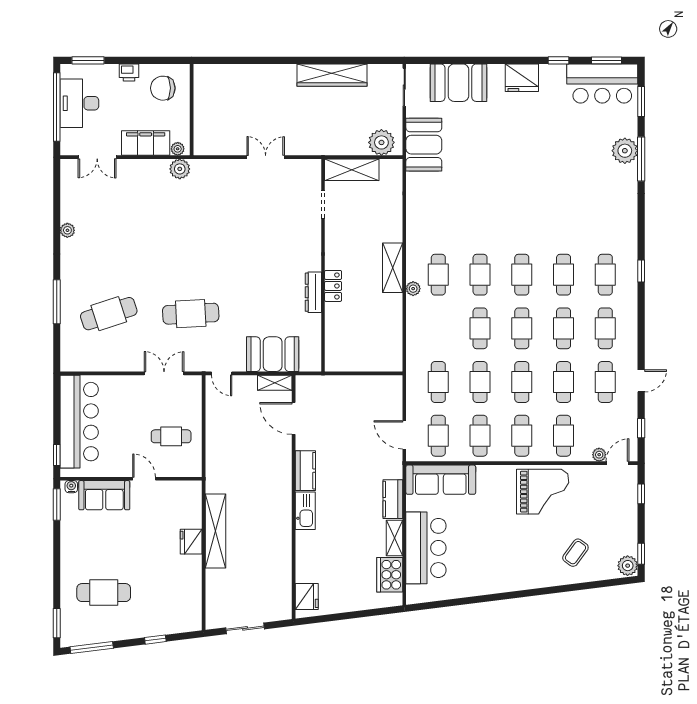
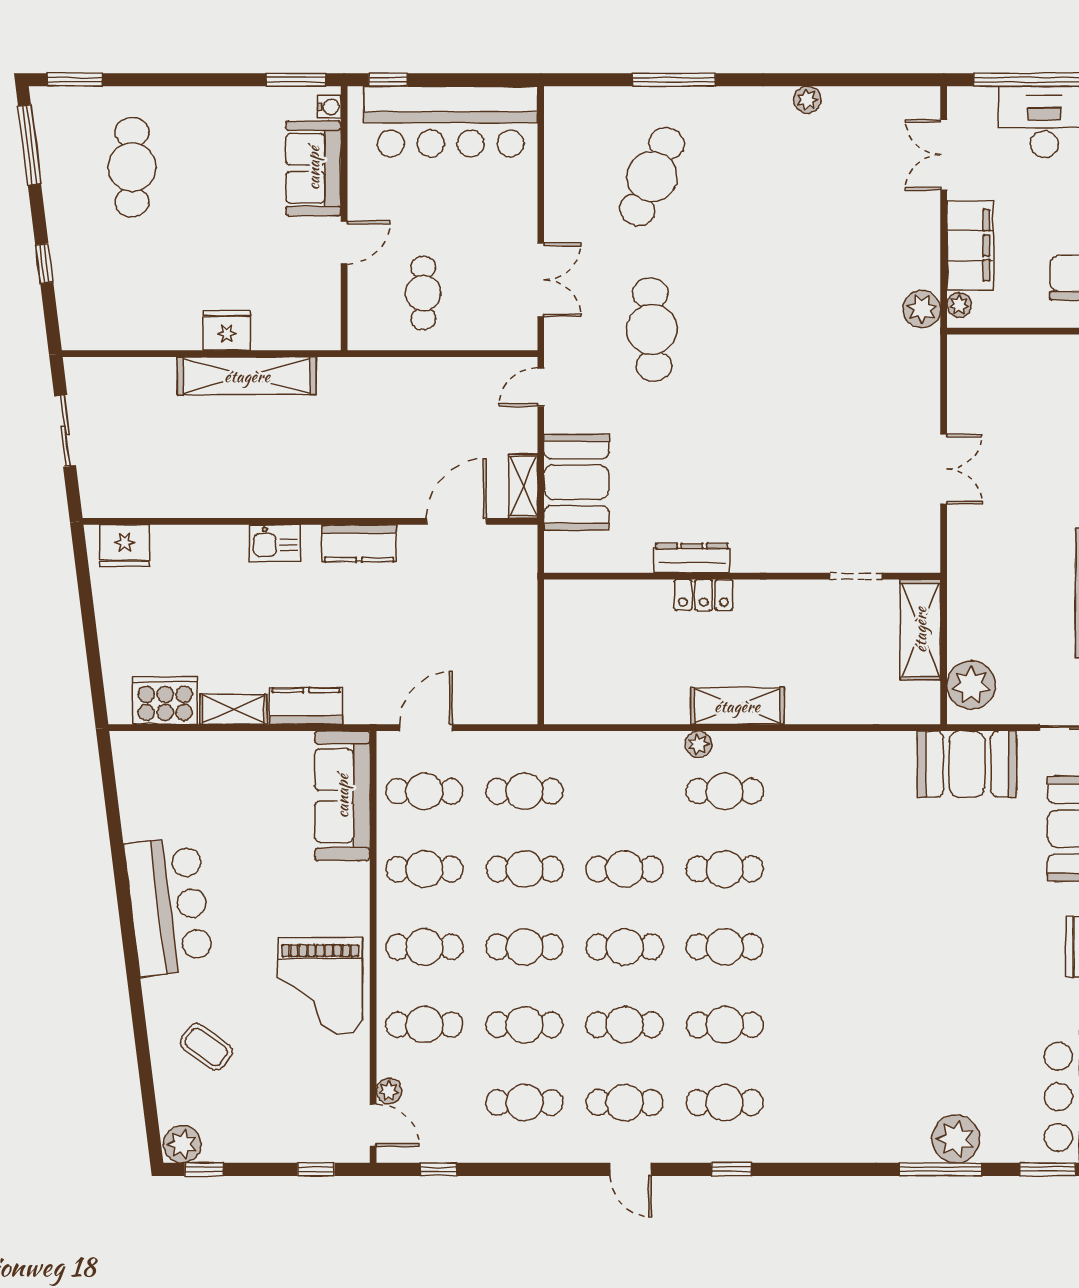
cafe table: (109, 314) -> (652, 177), turned 42
door: (641, 381) -> (631, 1169), moved
kitchen sink: (305, 511) -> (275, 543), width x0.73
bar counter: (426, 548) -> (169, 906), moved, turned -97

